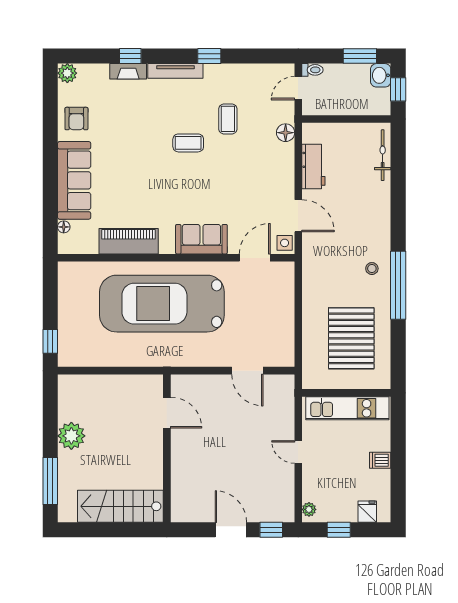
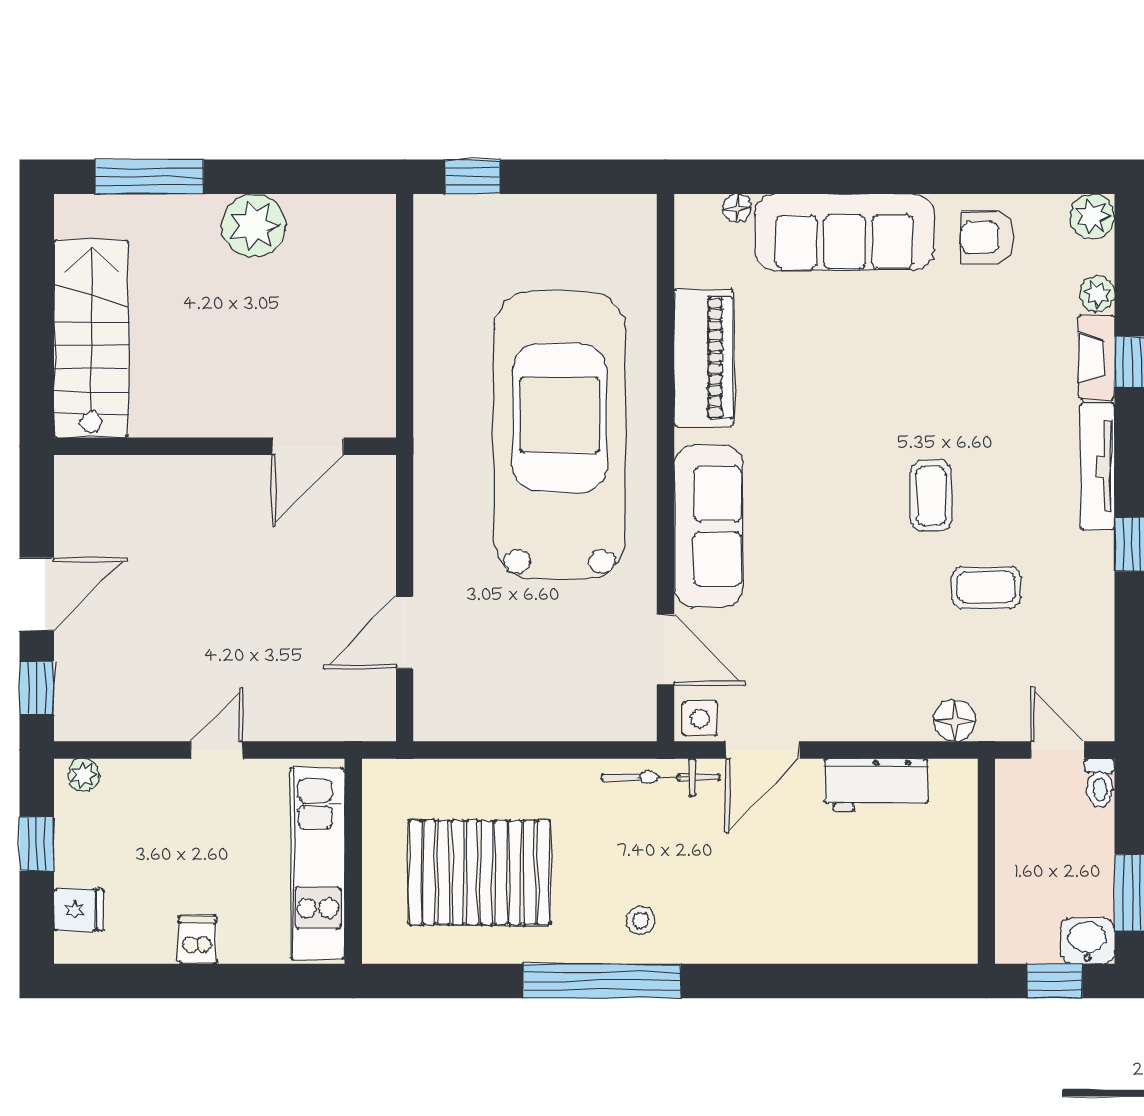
plant: (101, 71) -> (1097, 294), added
bicycle: (383, 155) -> (661, 777), moved, turned 180
sofa: (201, 239) -> (709, 526), width x1.36

